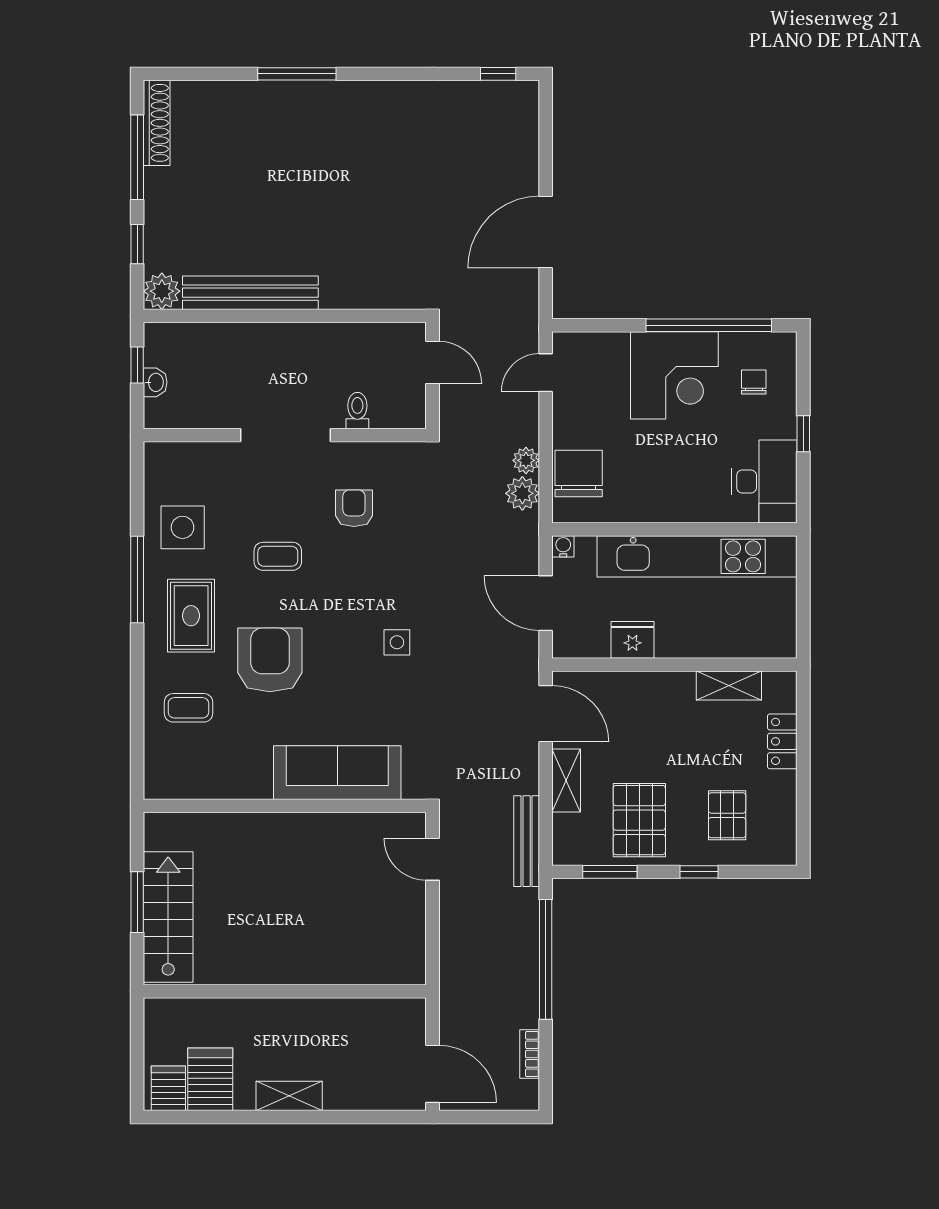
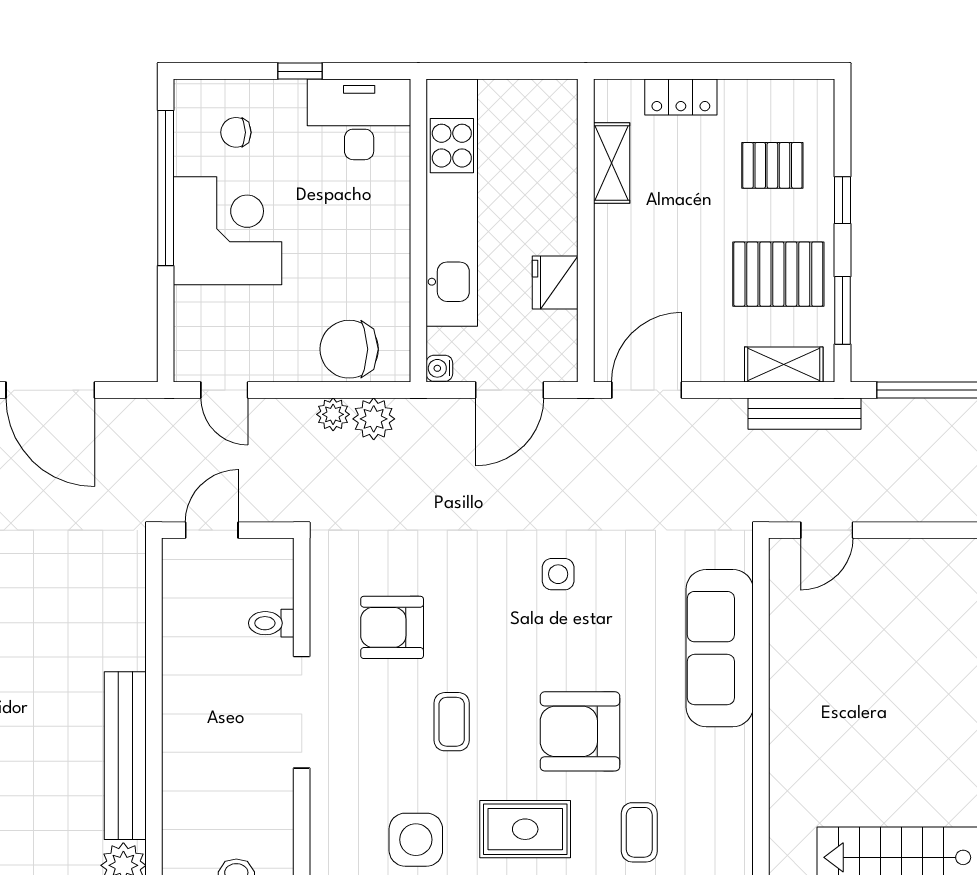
armchair: (354, 508) -> (392, 627), width x1.38, depth x1.38
shelving: (566, 780) -> (784, 365), moved

